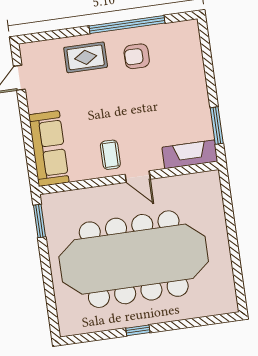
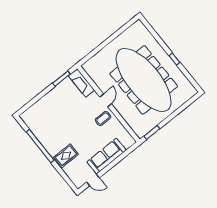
armchair: (137, 56) -> (52, 133), removed
rug: (86, 57) -> (66, 156), turned 90
sofa: (49, 149) -> (107, 156), moved

